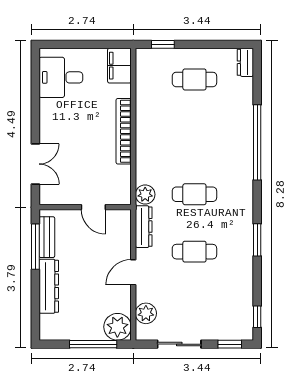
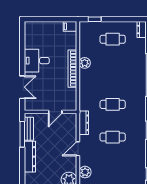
filing cabinet: (119, 66) -> (70, 26), width x0.50
desk: (61, 77) -> (37, 61), moved
plant: (145, 194) -> (85, 63), moved
door: (93, 207) -> (55, 112), hinge flipped

